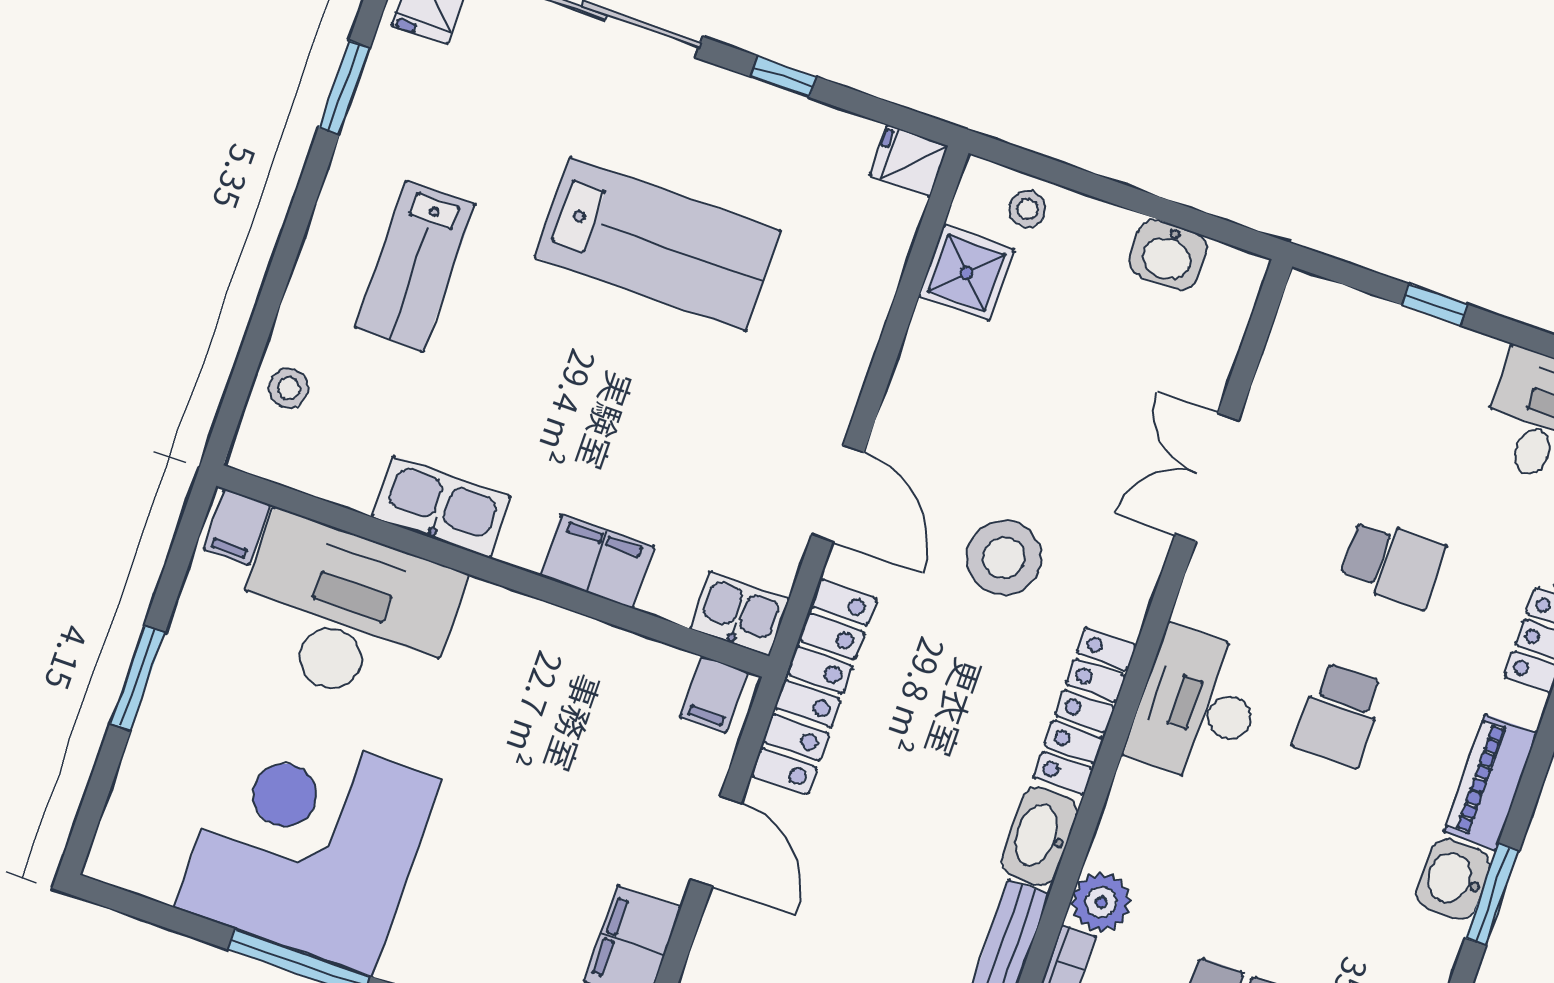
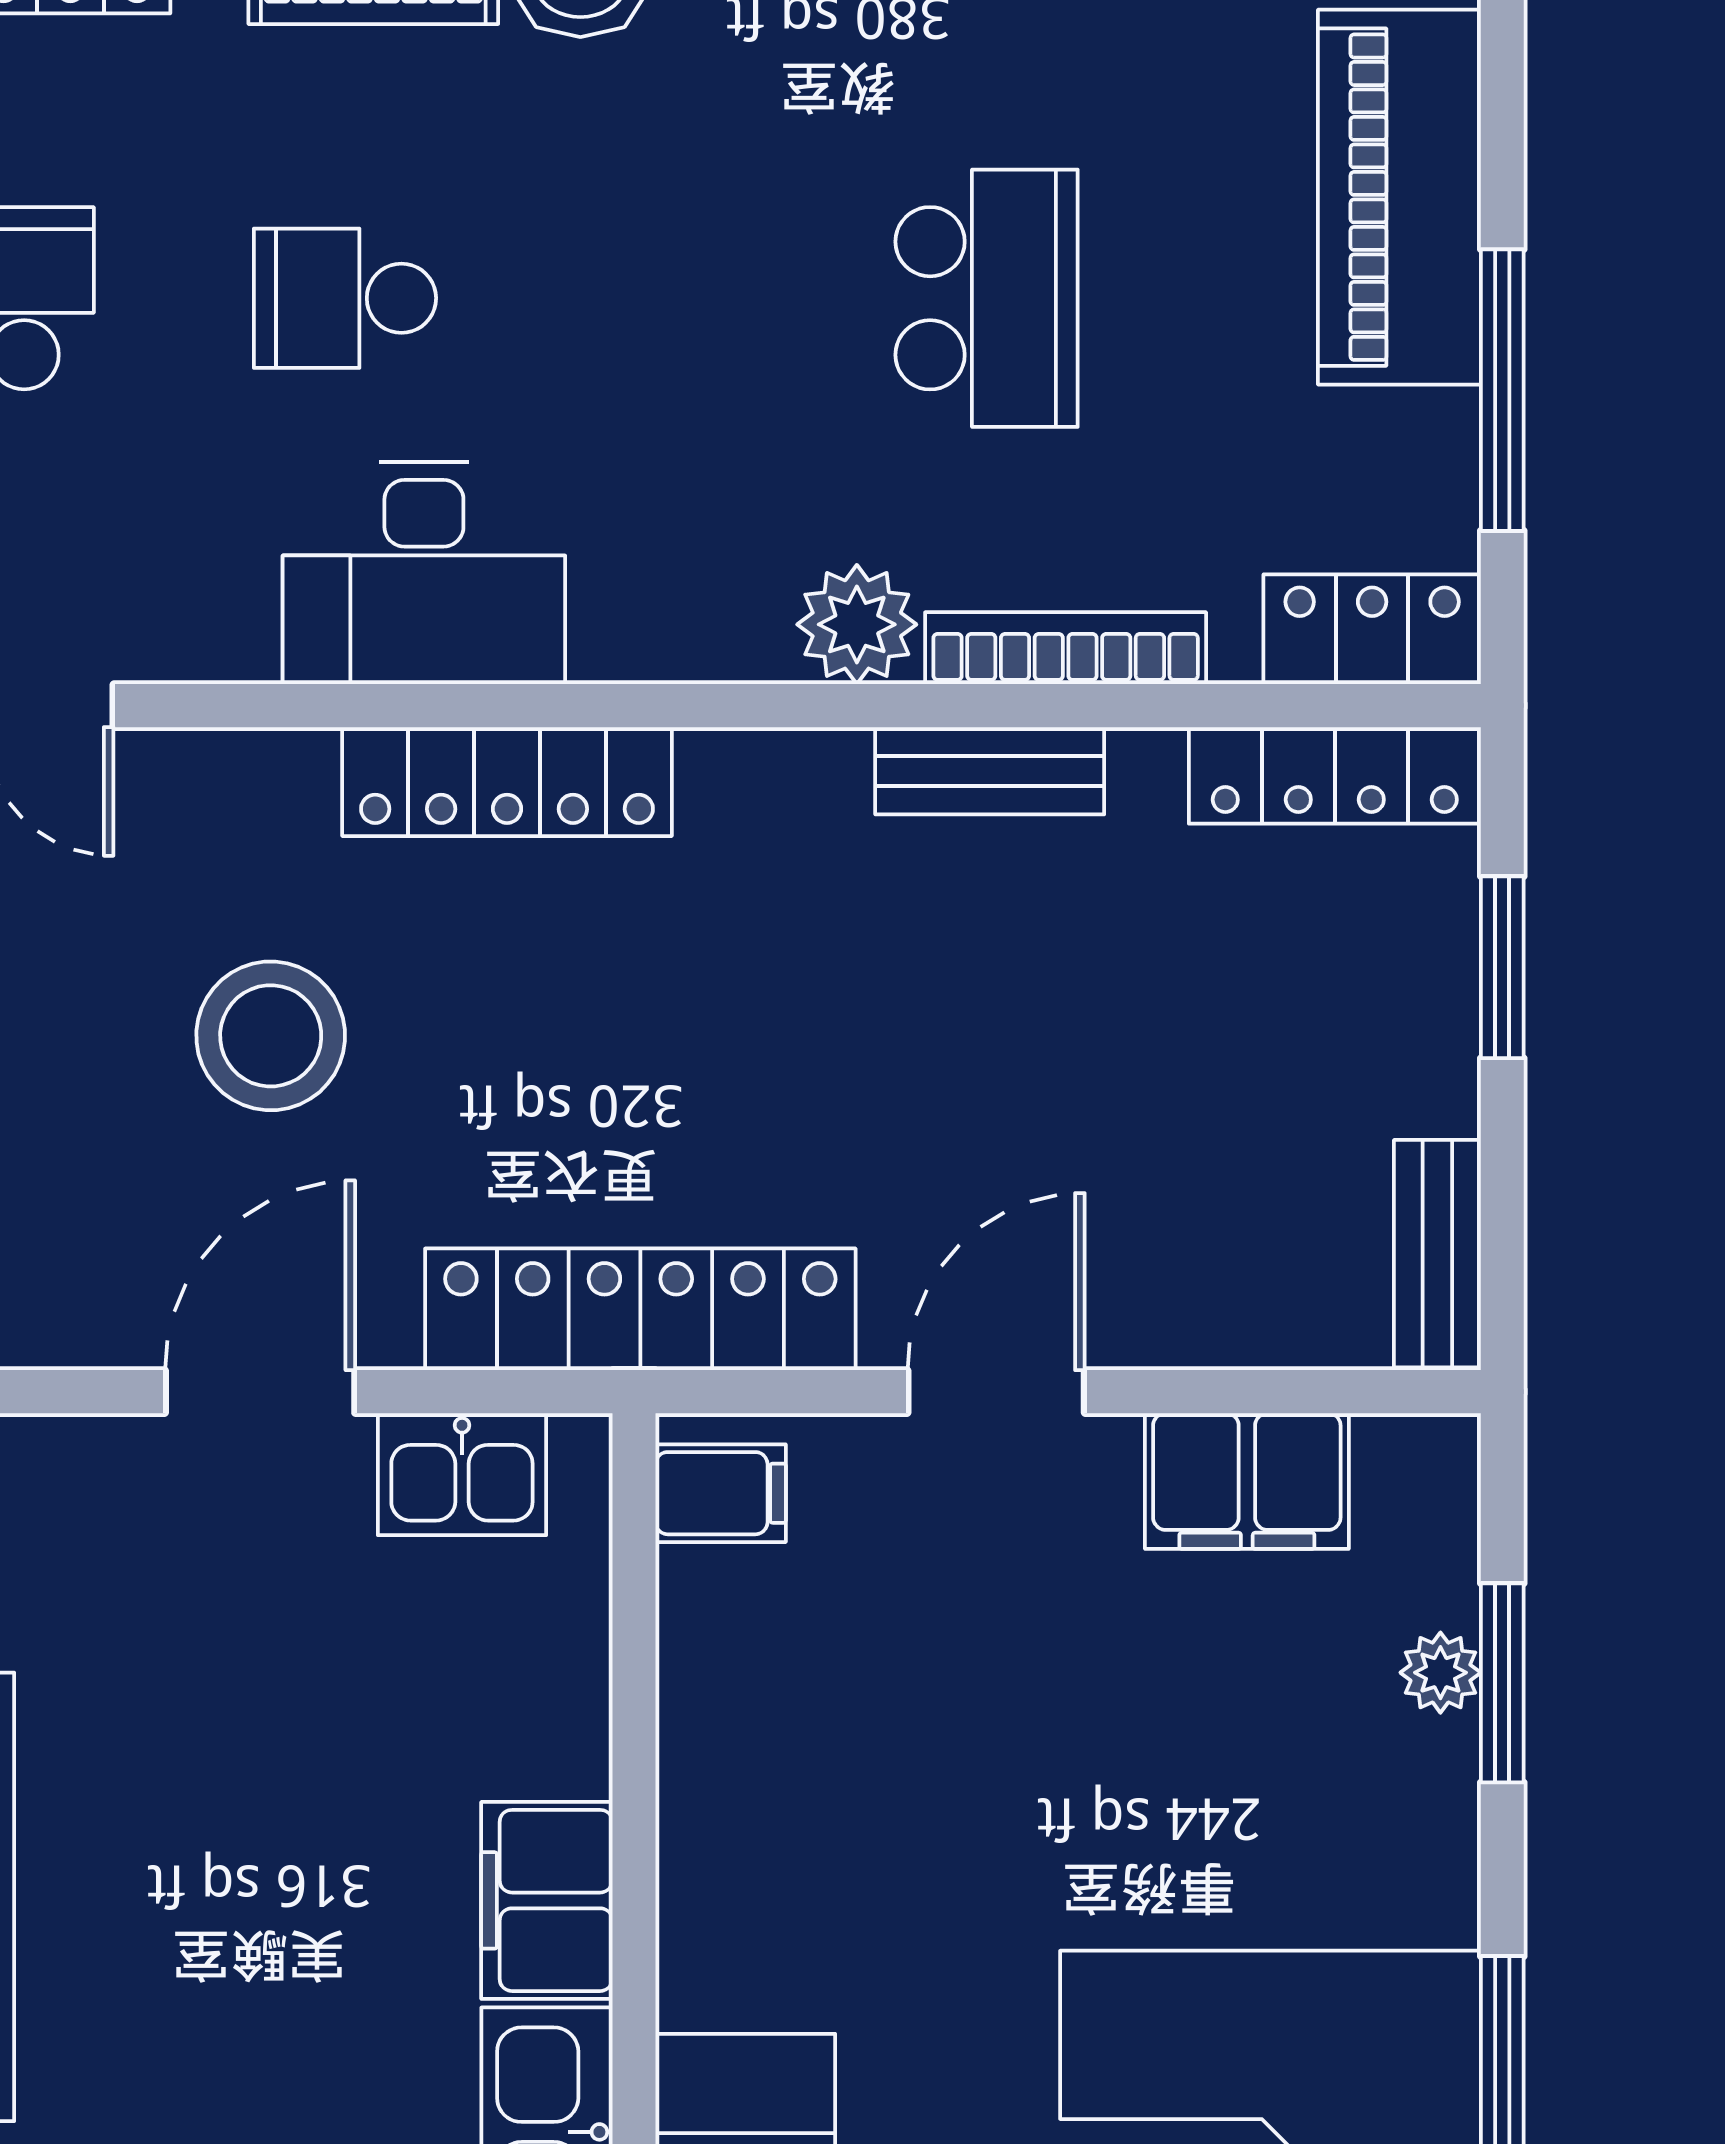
filing cabinet: (597, 561) -> (547, 1900), moved
kitchen sink: (740, 614) -> (462, 1474), moved, turned -90
school desk: (1340, 714) -> (345, 298), turned 180
washbasin: (1040, 836) -> (773, 784), removed

